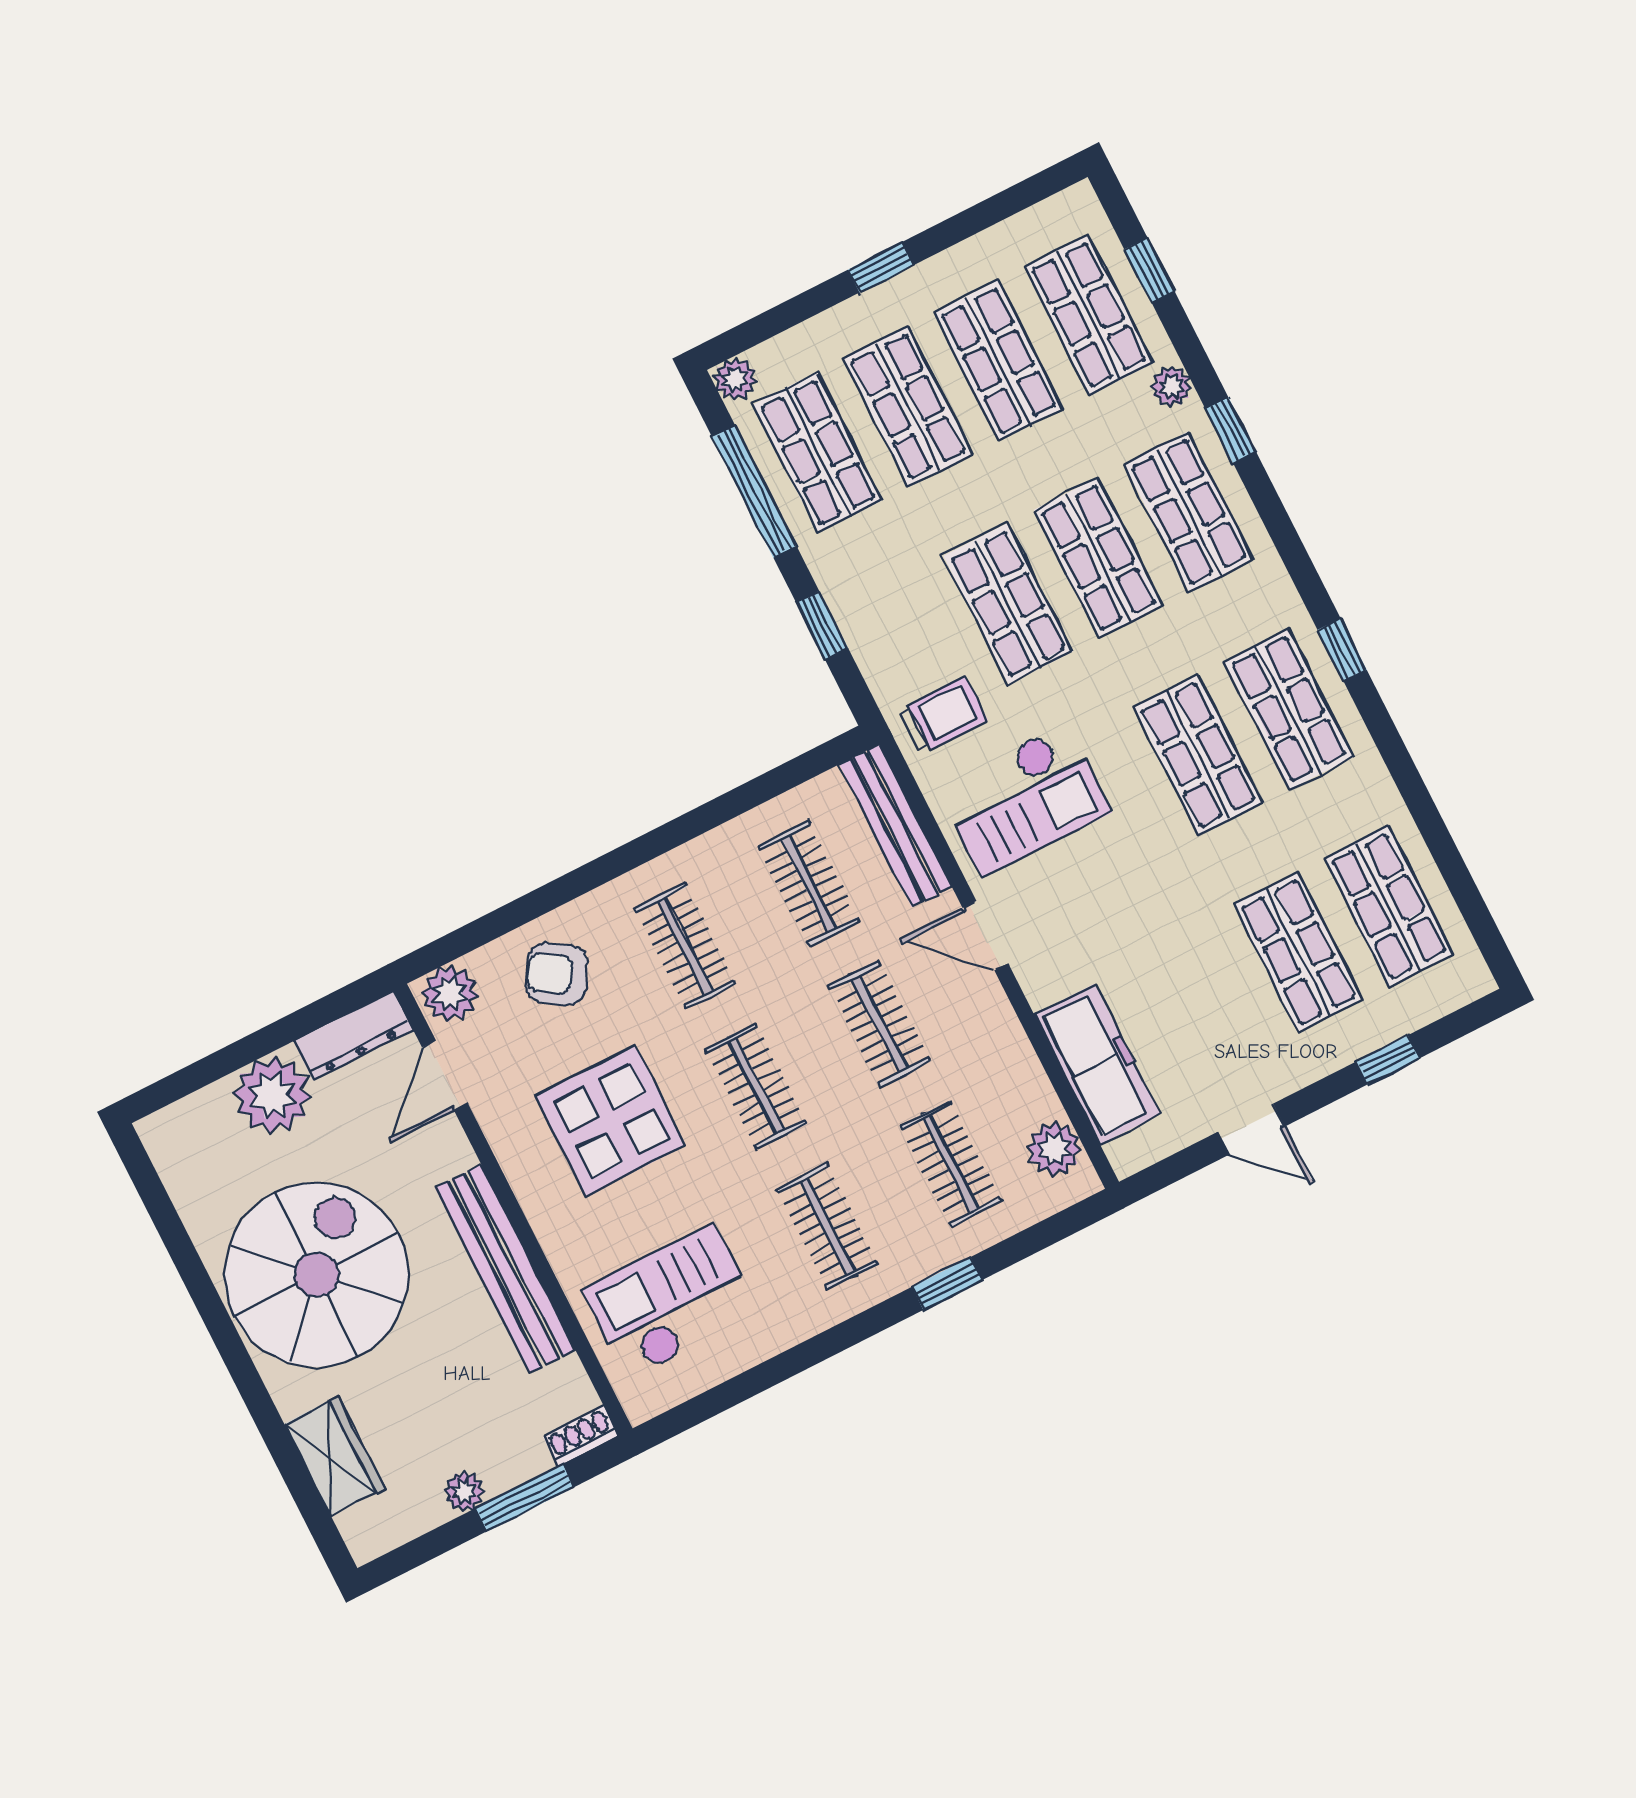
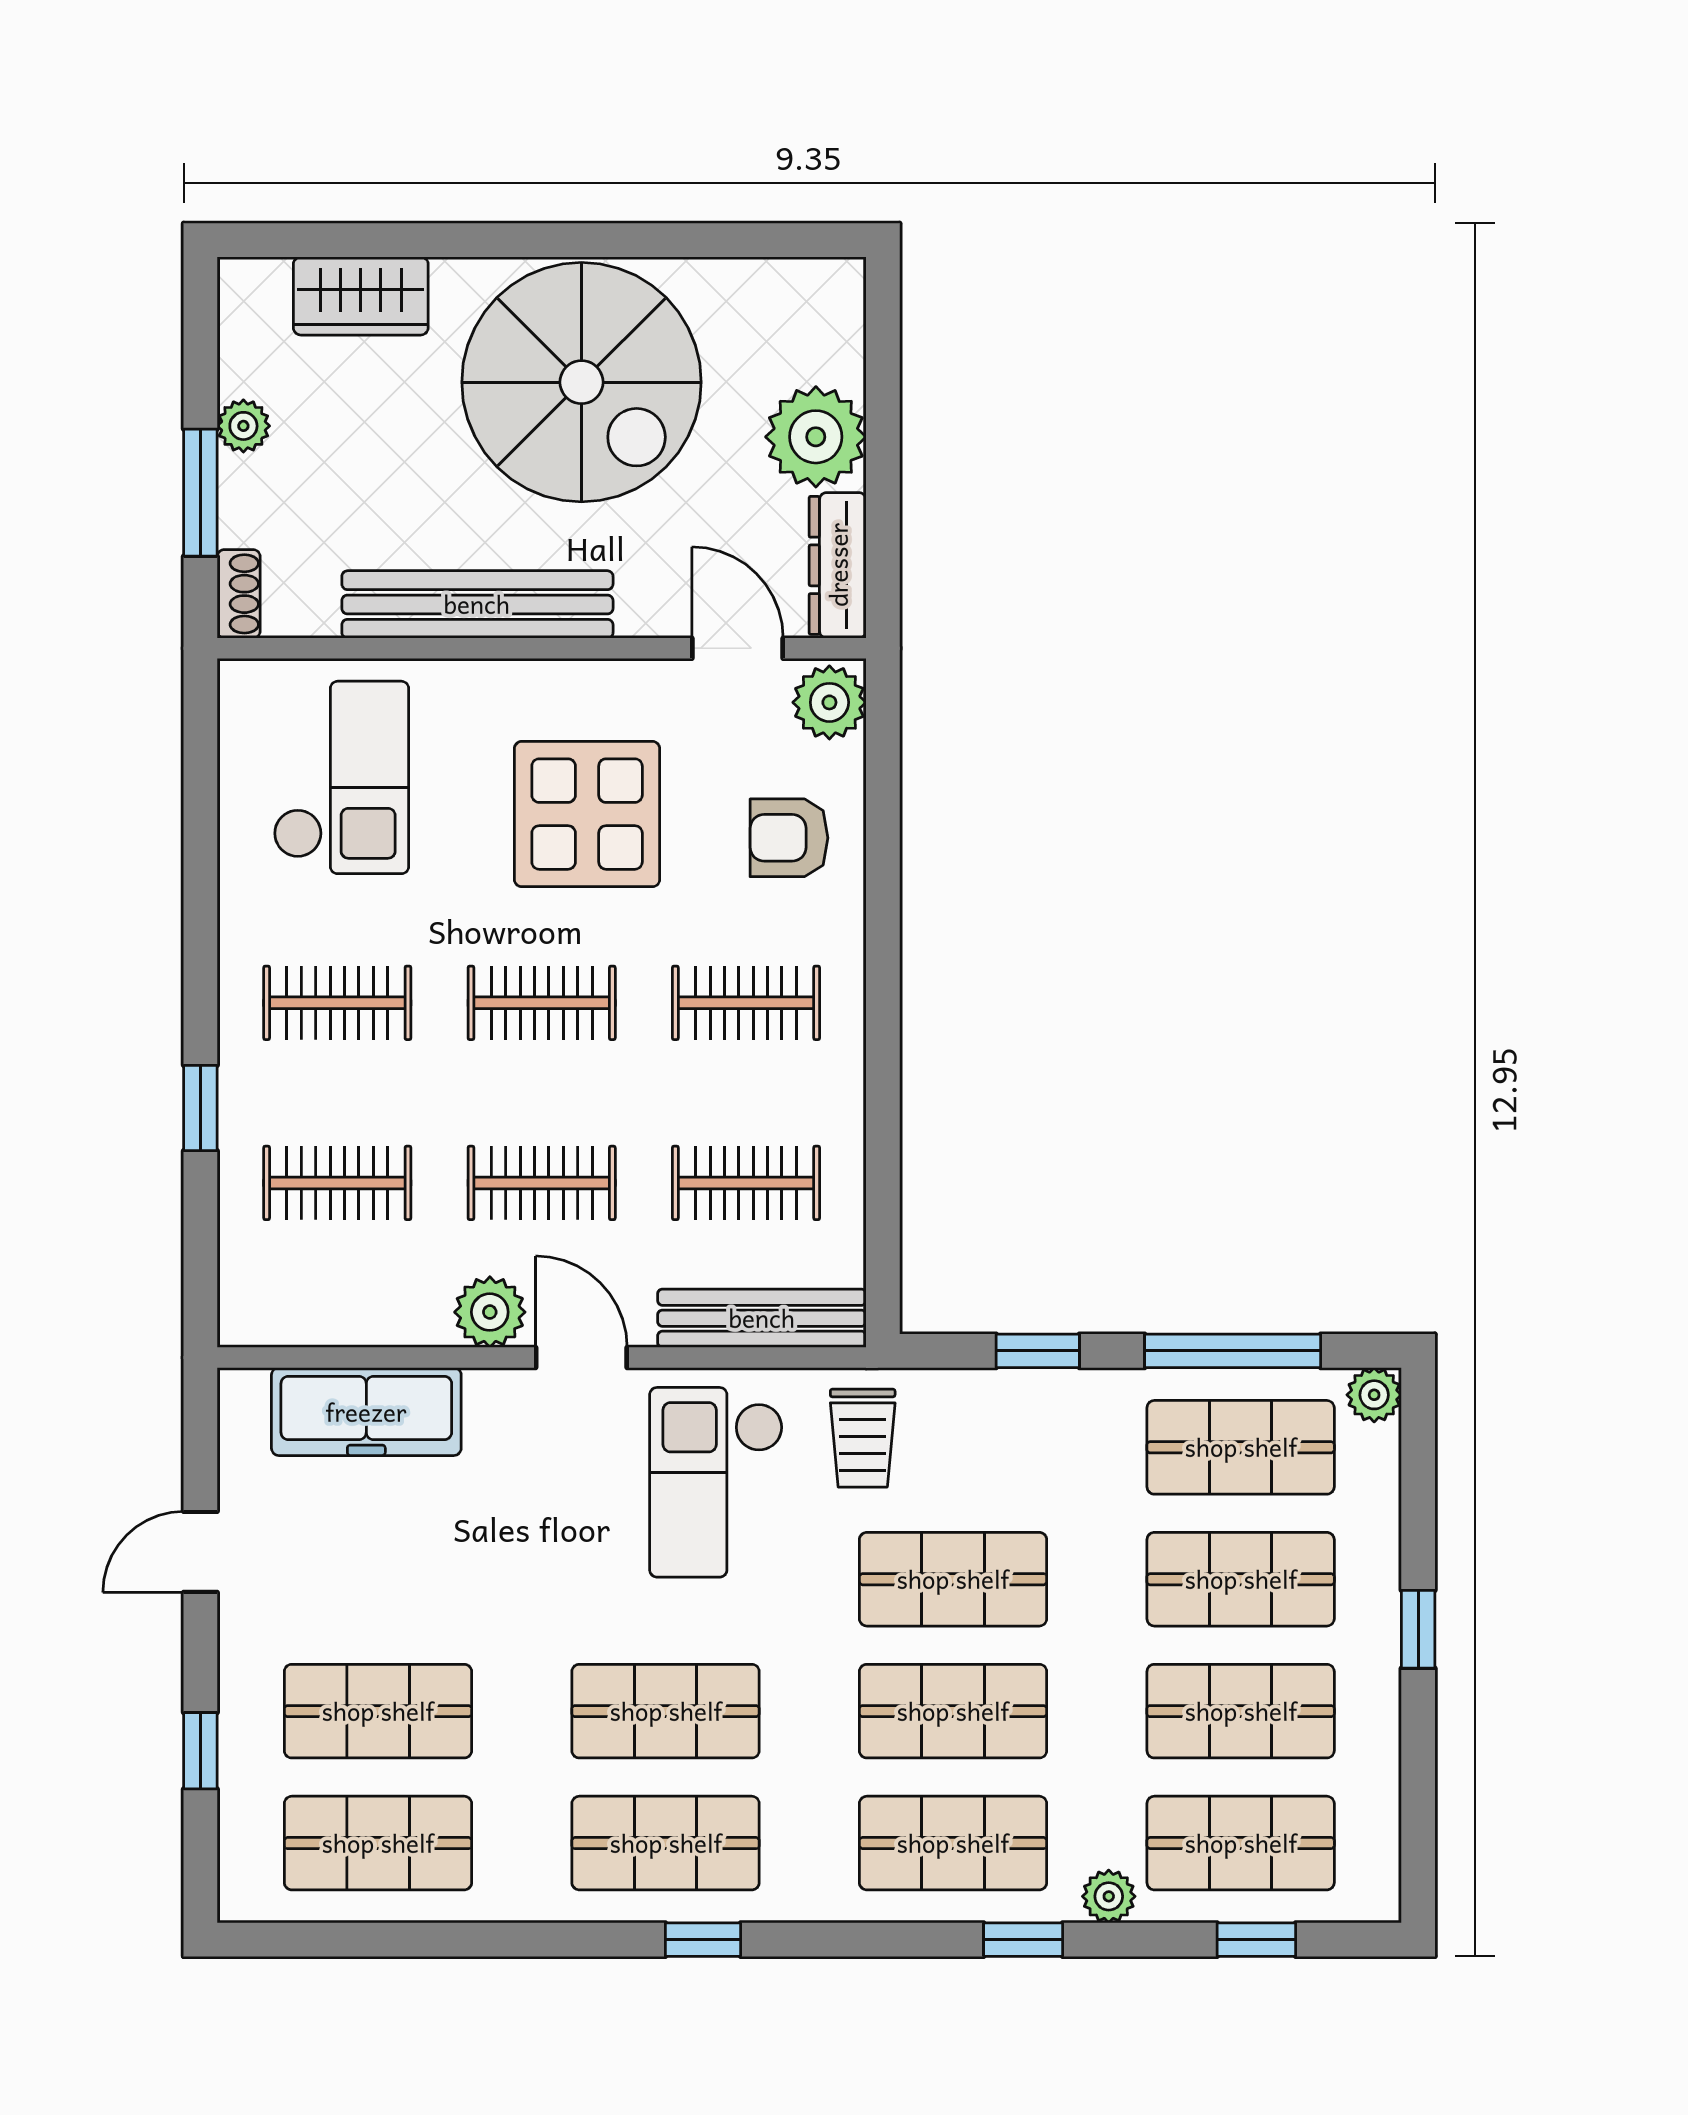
door: (985, 936) -> (581, 1357), hinge flipped
armchair: (557, 974) -> (789, 838), turned -122
plant: (1054, 1149) -> (490, 1312), moved

